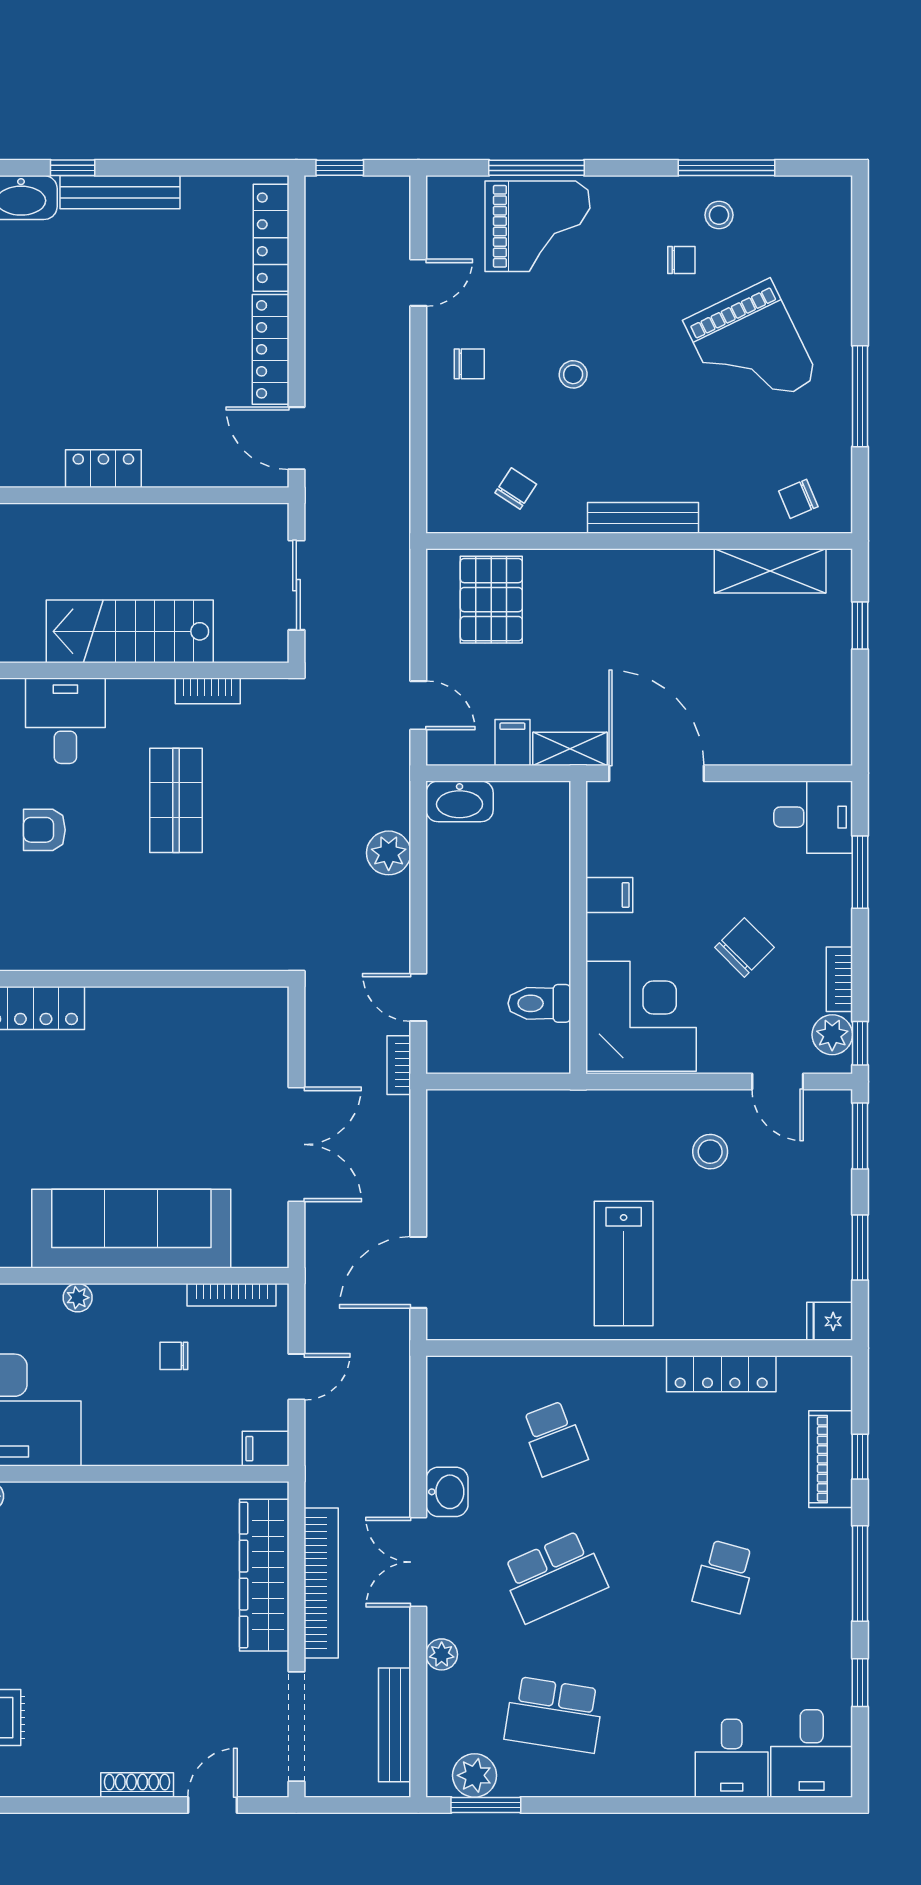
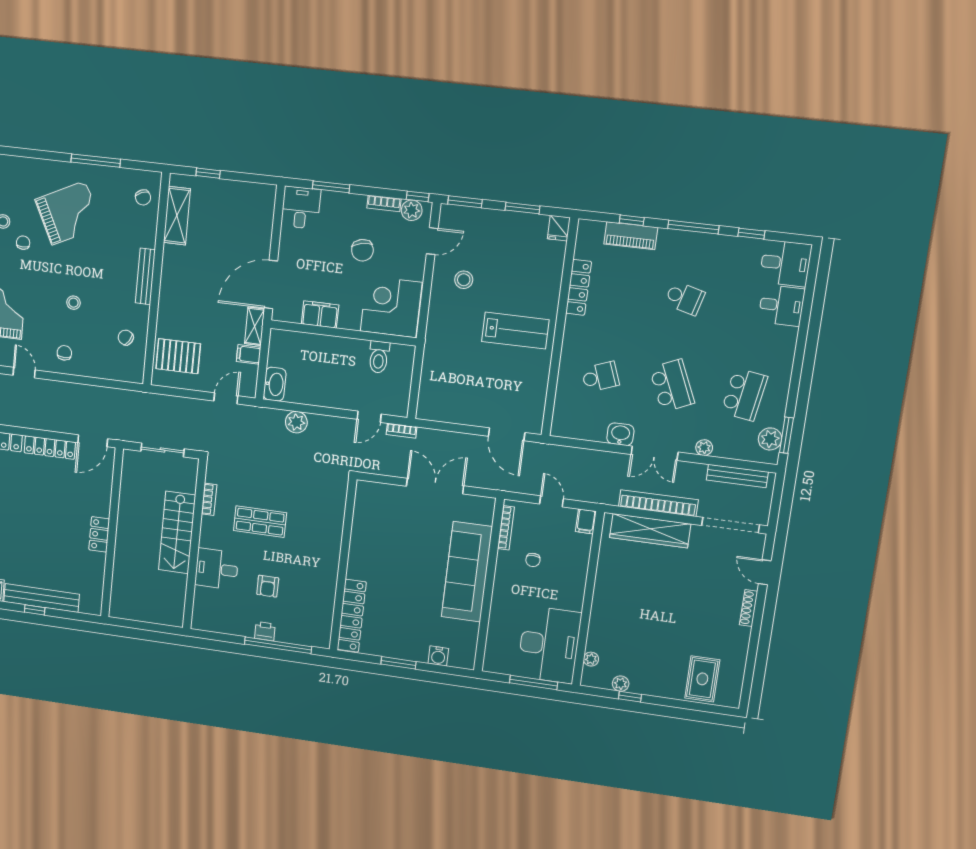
filing cabinet: (609, 895) -> (320, 314), width x2.00
chair: (744, 947) -> (362, 250), turned -147
plant: (78, 1298) -> (498, 602), removed

